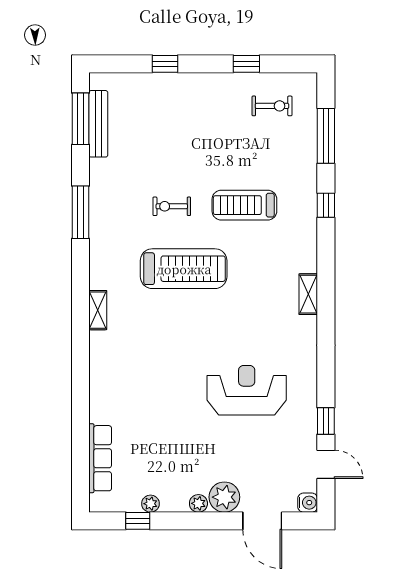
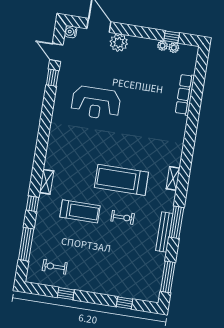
window: (165, 64) -> (124, 303), moved
bench: (98, 124) -> (164, 232), moved
shelving: (308, 294) -> (47, 182), moved
shelving: (98, 310) -> (173, 178), moved
row of seats: (100, 458) -> (185, 95), moved
plant: (198, 503) -> (174, 48), moved

